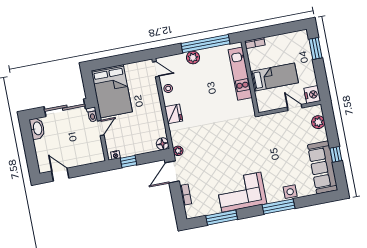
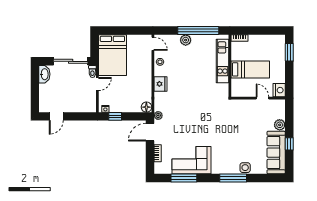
plant: (318, 122) -> (280, 125), moved
door: (60, 175) -> (56, 116), swing flipped
corner sofa: (241, 192) -> (191, 160), moved

